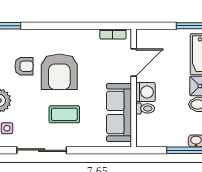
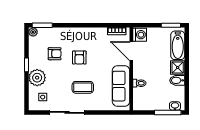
door: (134, 62) -> (131, 51), swing flipped
armchair: (59, 72) -> (79, 58), width x0.53, depth x0.53
washing machine: (145, 92) -> (140, 35), moved

